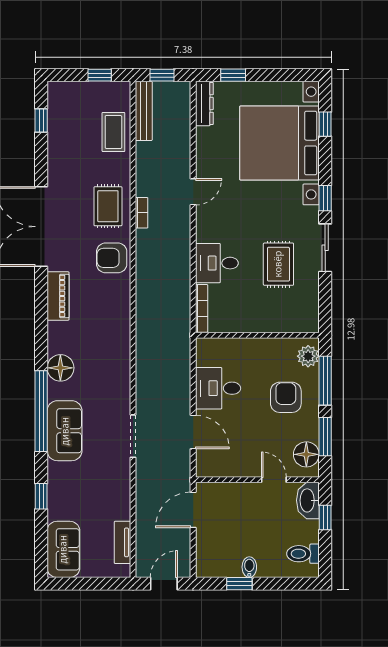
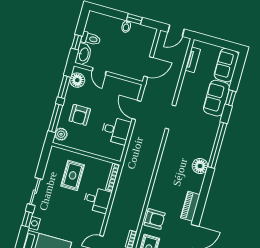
rug: (278, 264) -> (73, 175), moved
sofa: (65, 431) -> (217, 98), moved
toilet: (303, 554) -> (91, 39), moved

